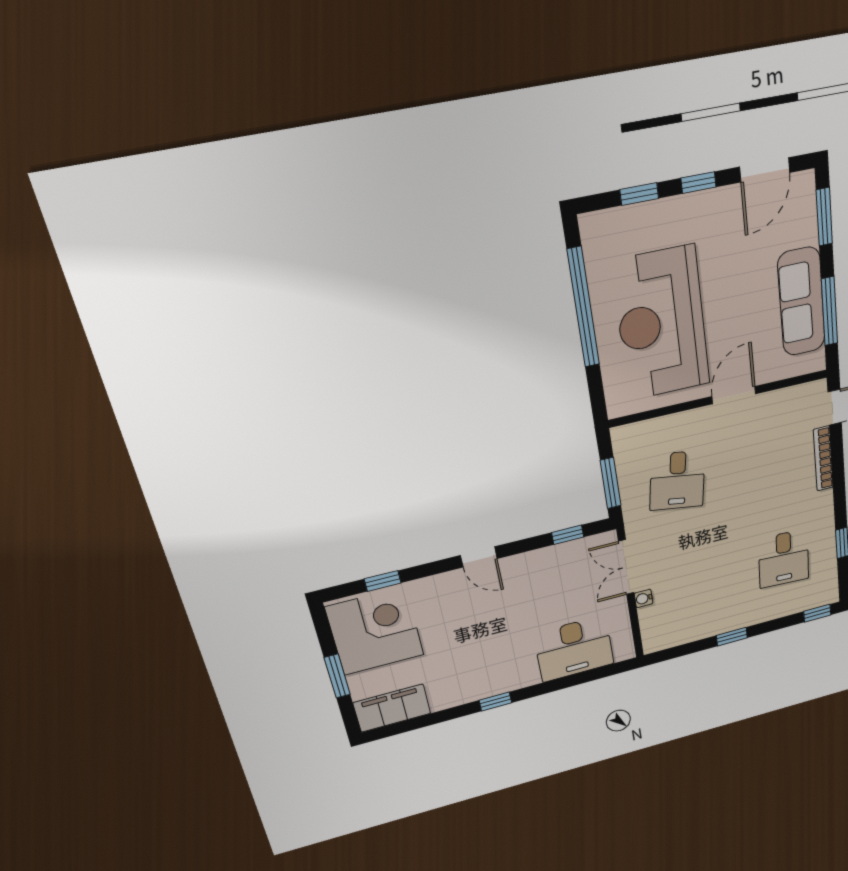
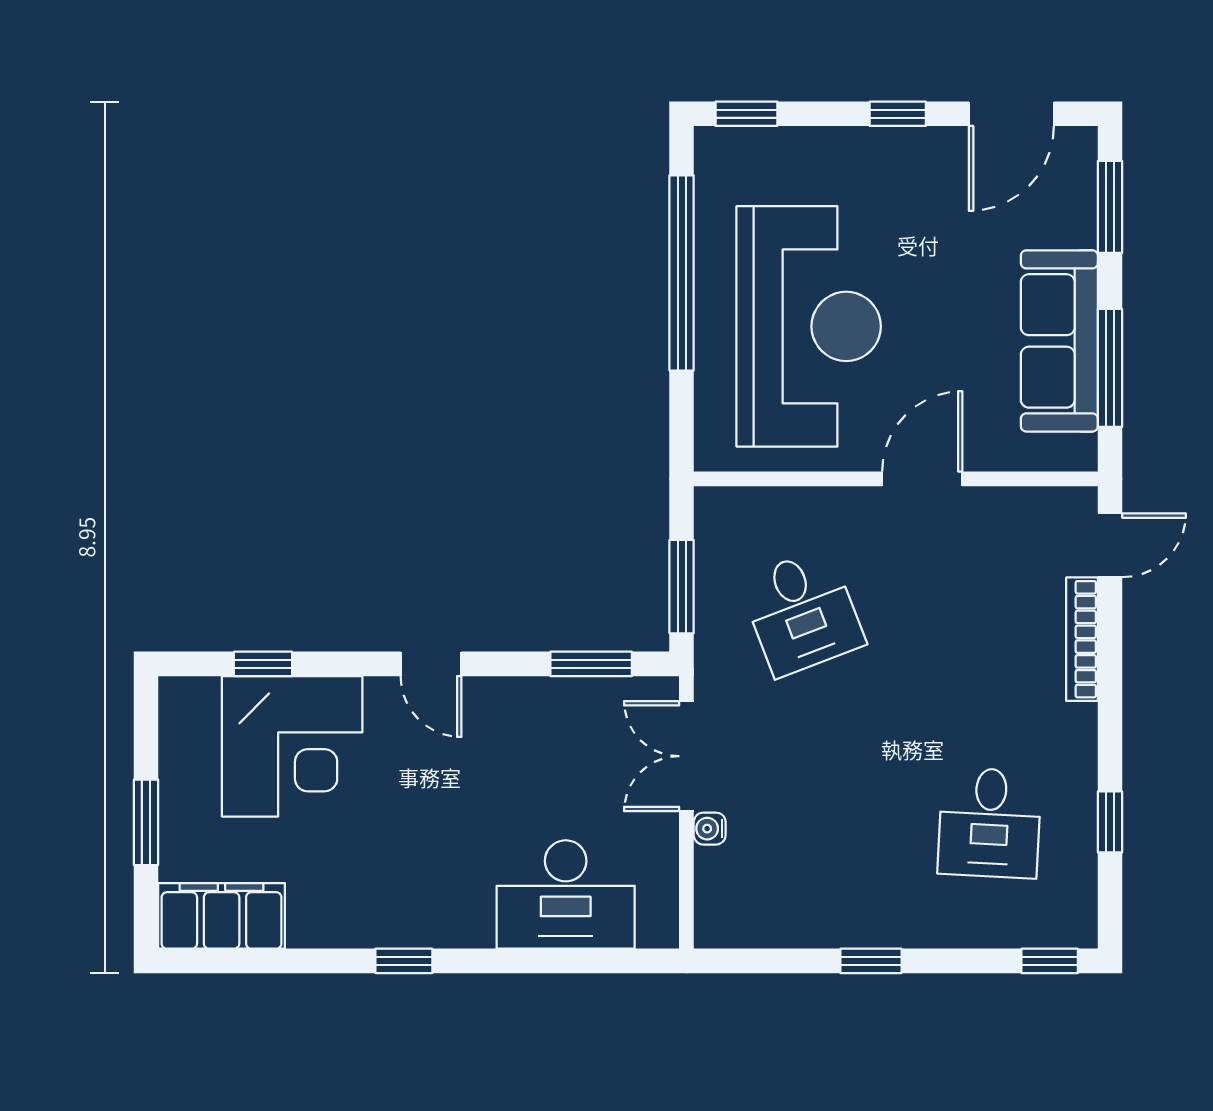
window: (639, 194) -> (746, 114), moved
reception desk: (662, 324) -> (809, 326), turned 180
desk: (677, 480) -> (802, 612), turned -30
window: (568, 535) -> (591, 664), width x1.50
corner desk: (375, 631) -> (292, 746), moved, turned 90

